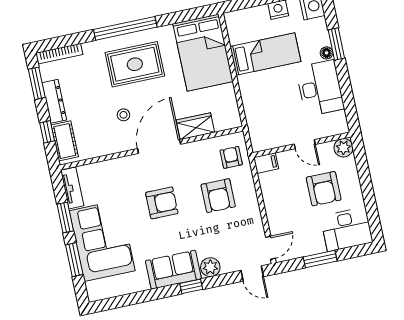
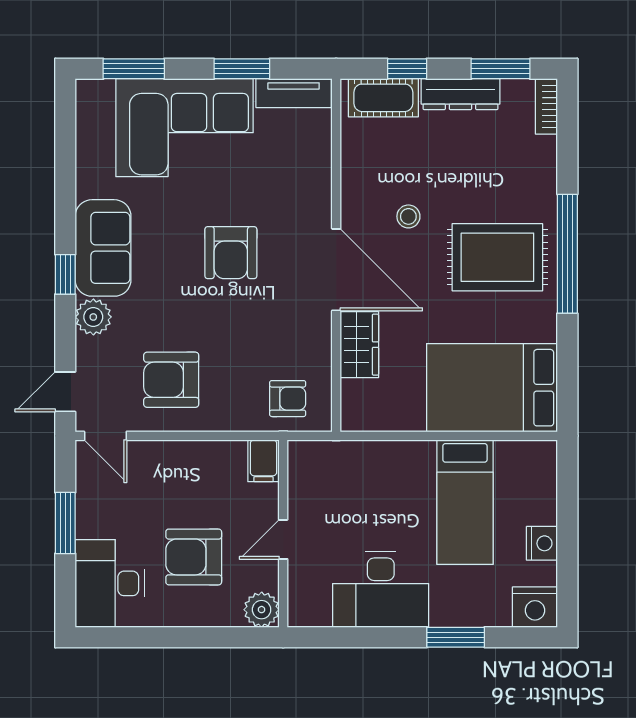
floor lamp: (327, 53) -> (443, 616), removed
bookcase: (59, 54) -> (546, 106), width x0.64
rug: (135, 64) -> (497, 257), turned 90
armchair: (218, 196) -> (171, 380), moved
window: (74, 260) -> (134, 69), moved

